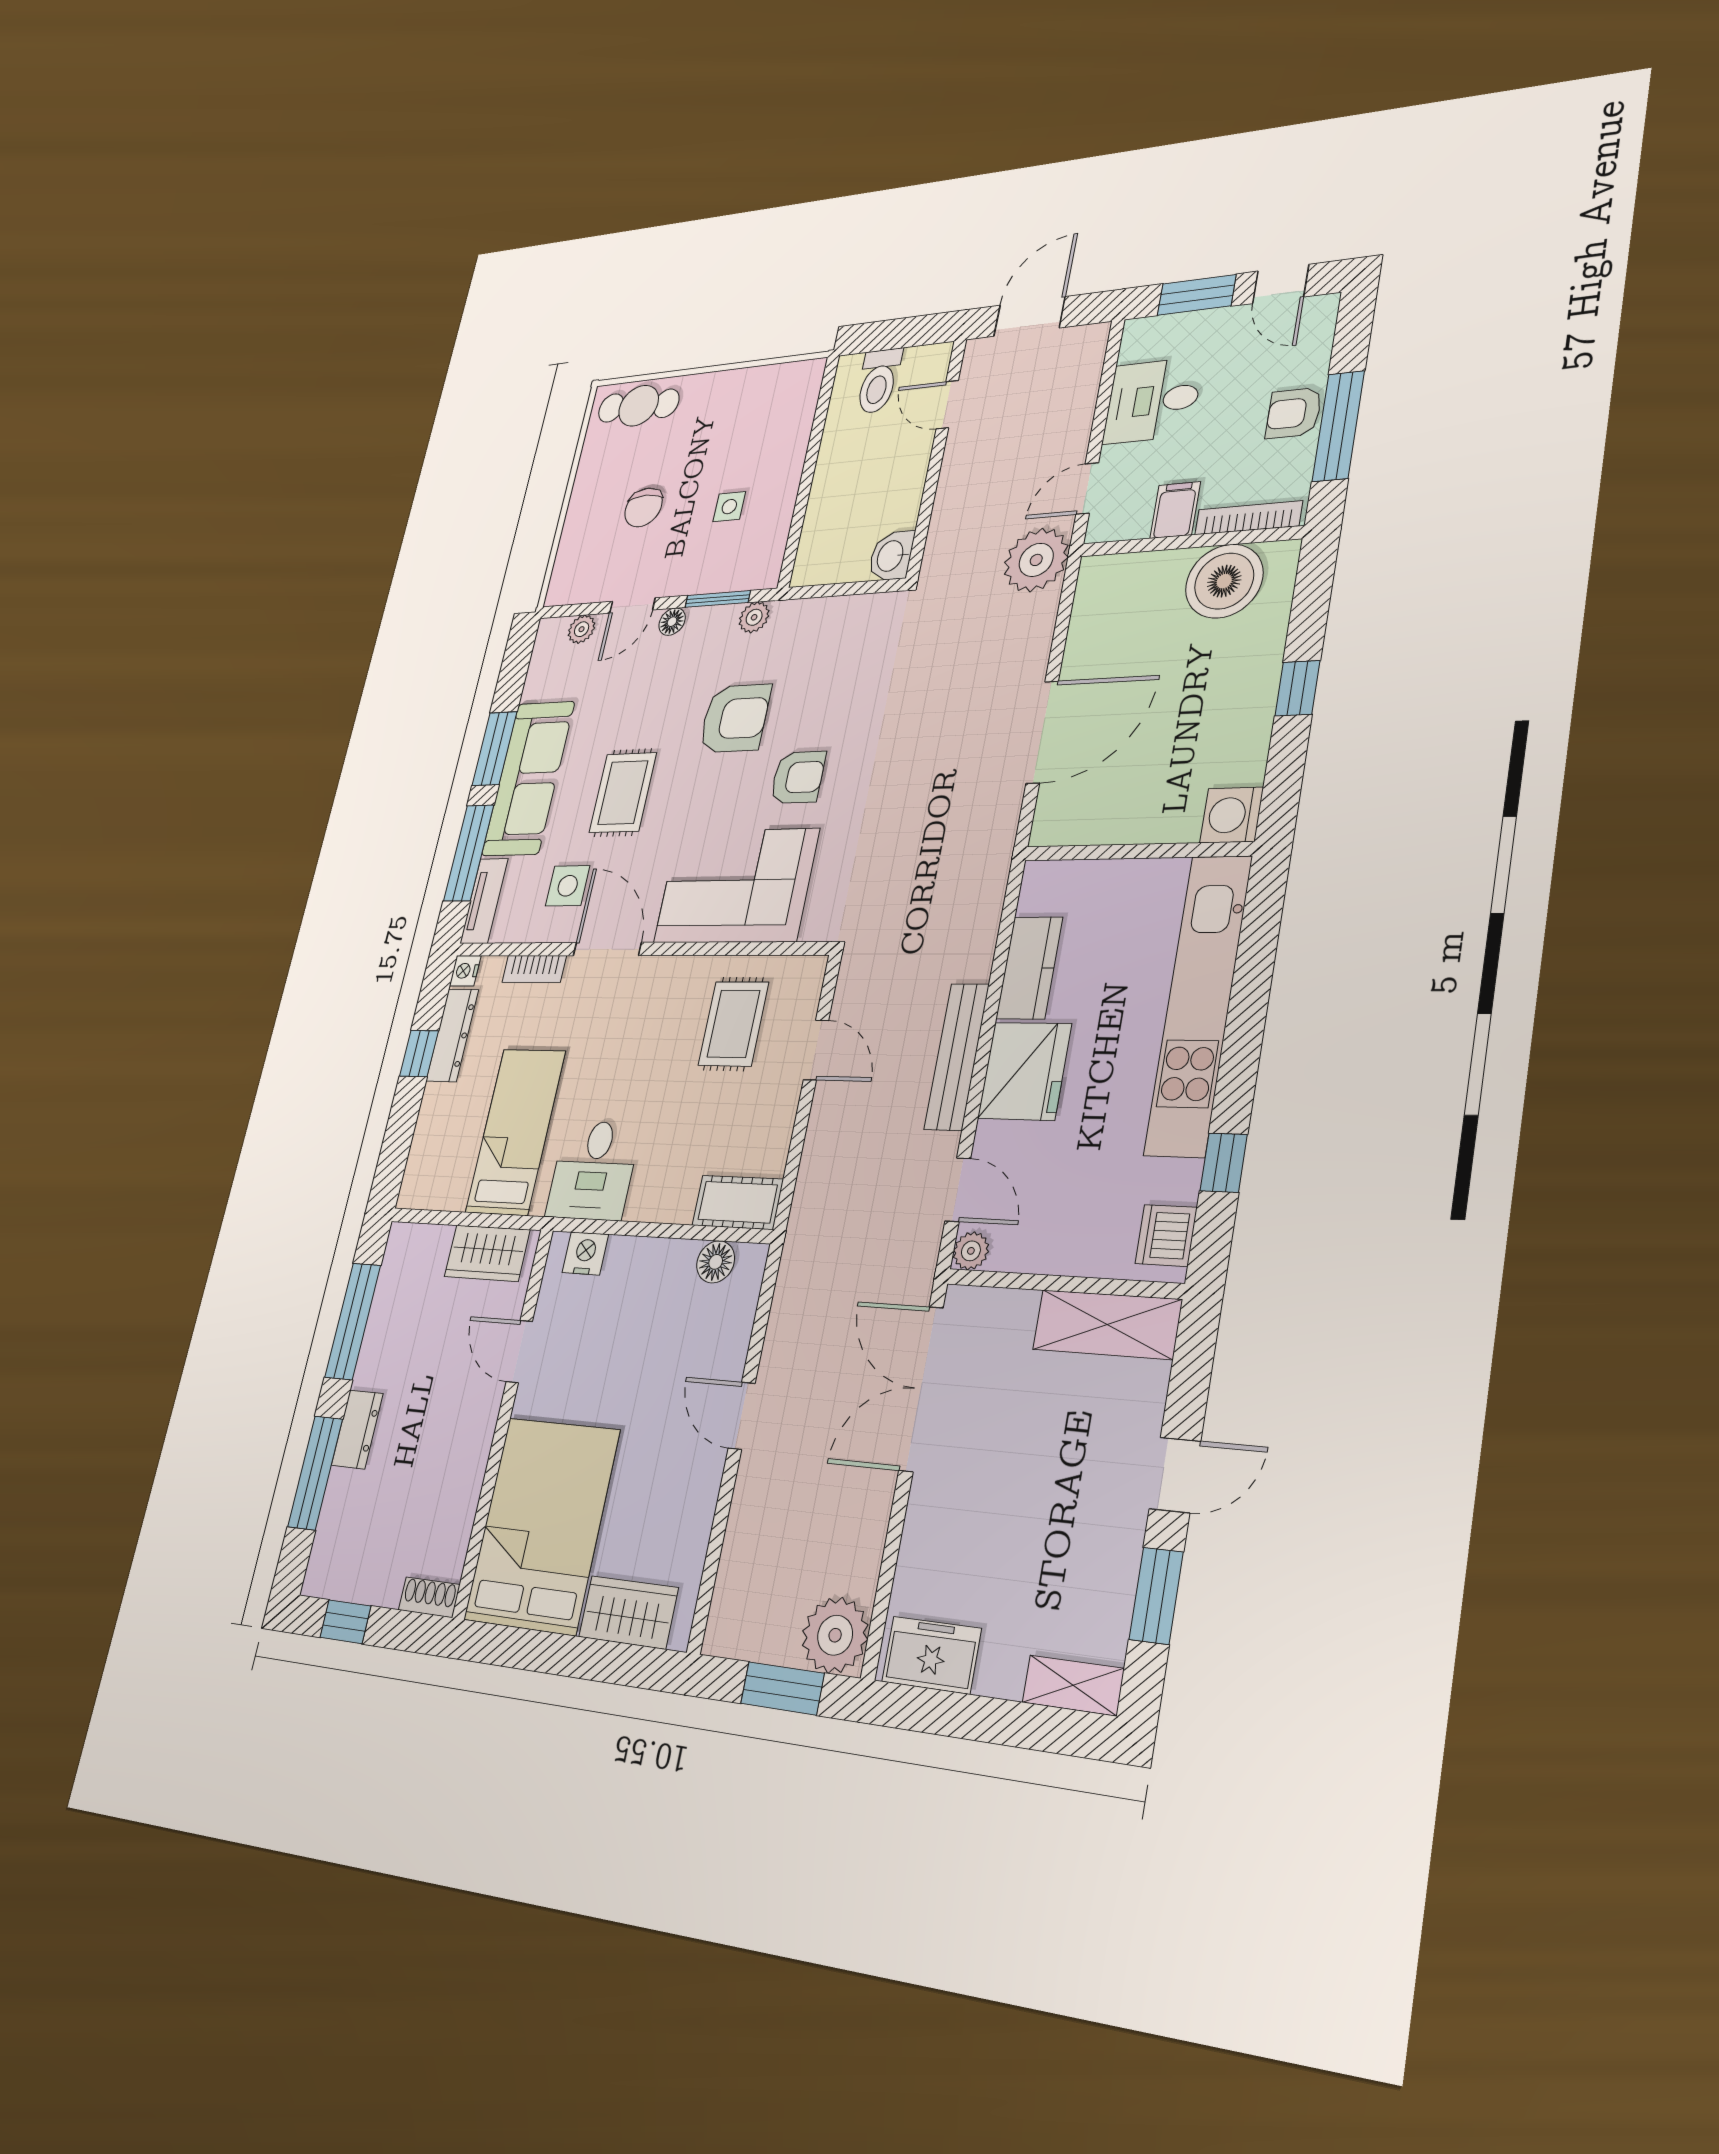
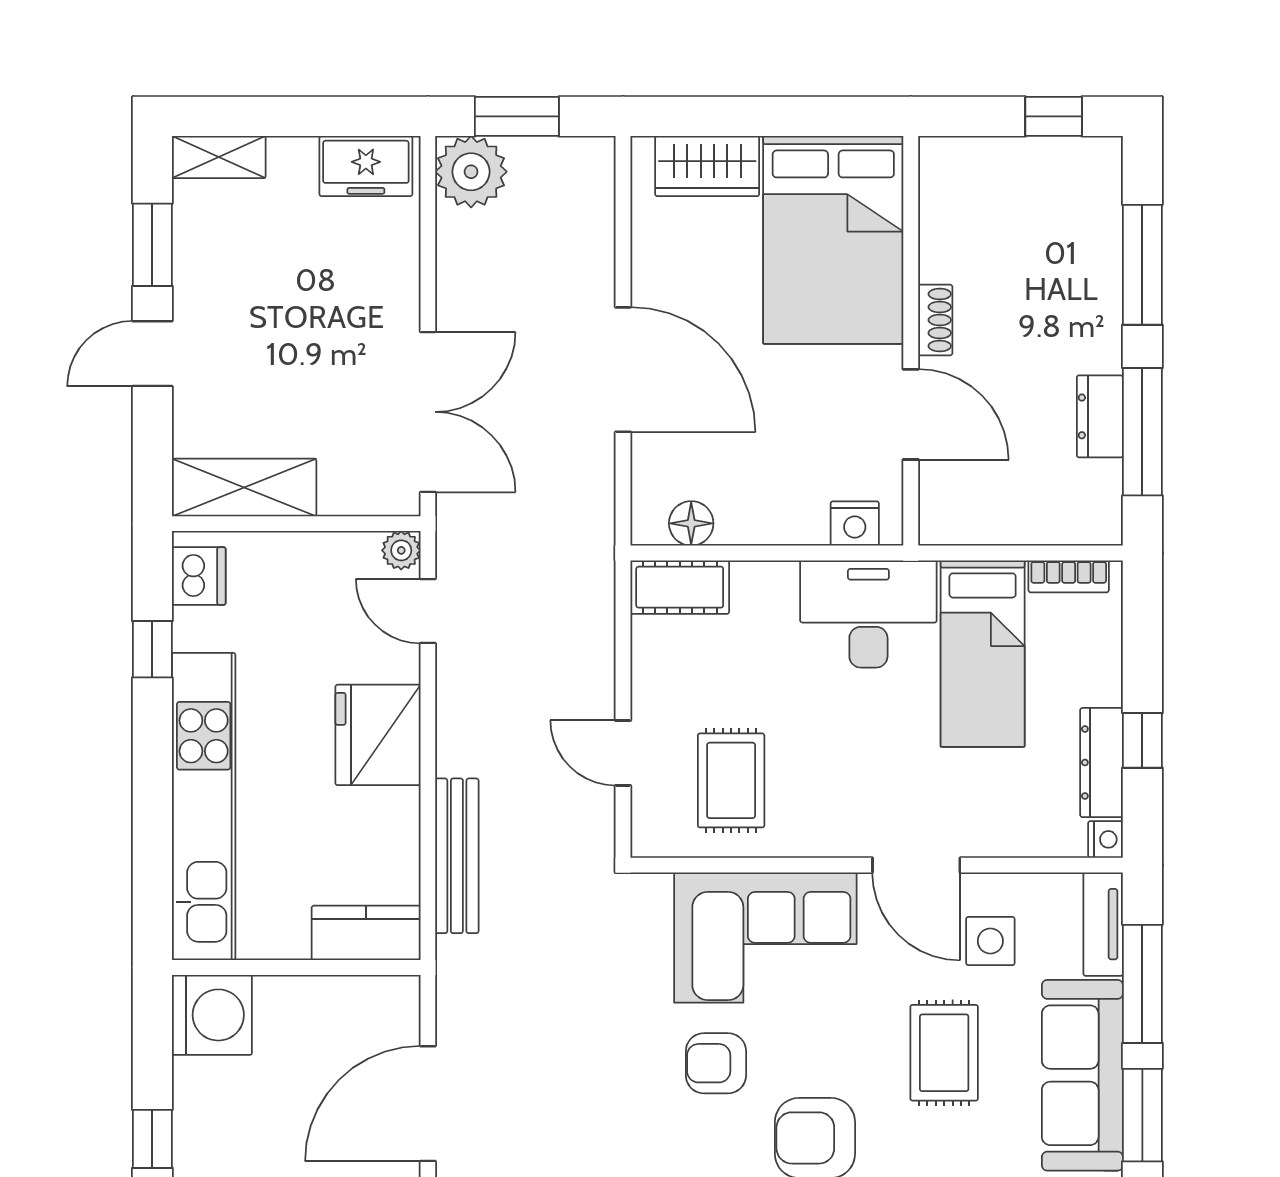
washing machine: (1232, 815) -> (212, 1015), width x1.37, depth x1.37
kitchen counter: (1029, 968) -> (366, 933), moved, turned 90
bookcase: (534, 969) -> (1069, 576), moved, turned 180
bench: (957, 1057) -> (457, 856), moved
desk: (593, 1170) -> (868, 614), width x1.37
wardrobe: (487, 1253) -> (982, 517), removed
door: (519, 1352) -> (911, 414), width x1.38
door: (742, 1416) -> (623, 370), width x1.87
dresser: (357, 1429) -> (1100, 416), moved
shoe rack: (429, 1597) -> (935, 320), moved, turned -90

